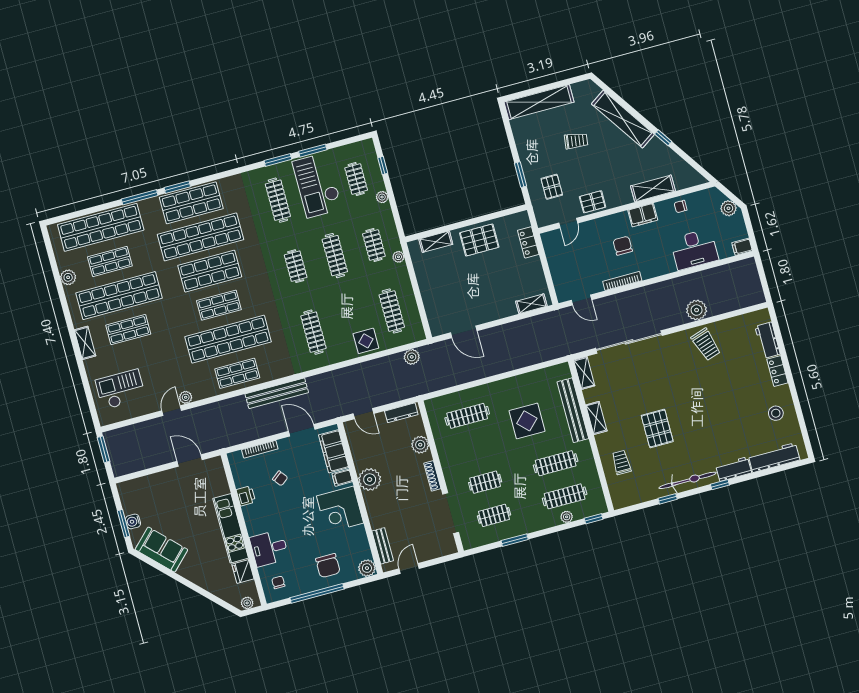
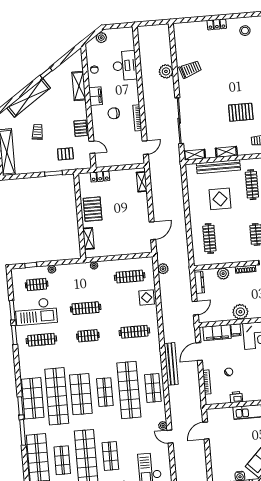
clothes rail: (374, 245) -> (83, 281), removed
filing cabinet: (742, 247) -> (129, 33), removed
workbench: (768, 340) -> (195, 27), removed

